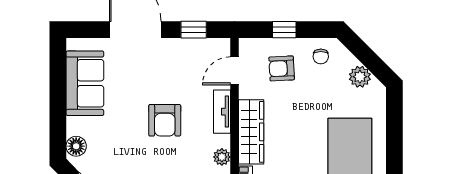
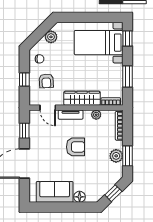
floor lamp: (76, 146) -> (80, 197), moved

